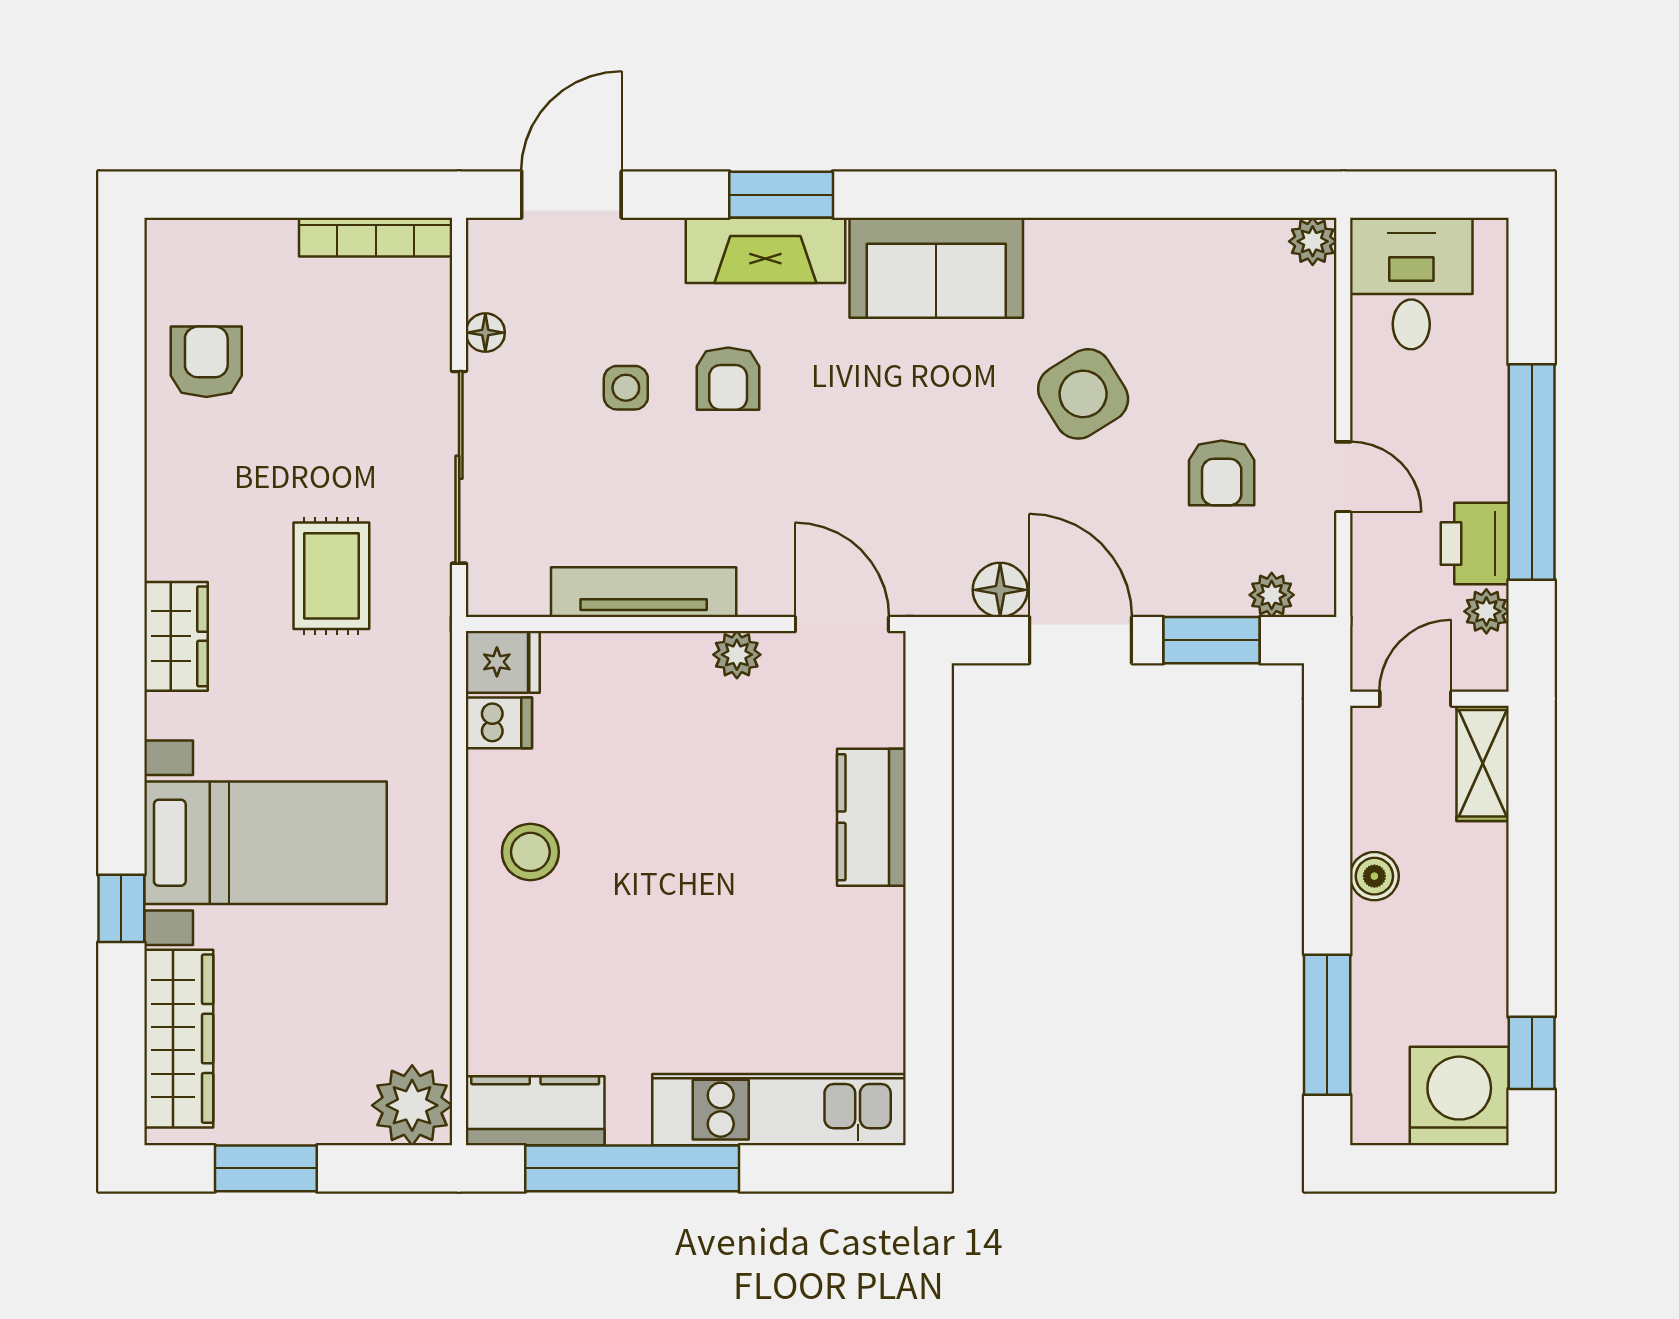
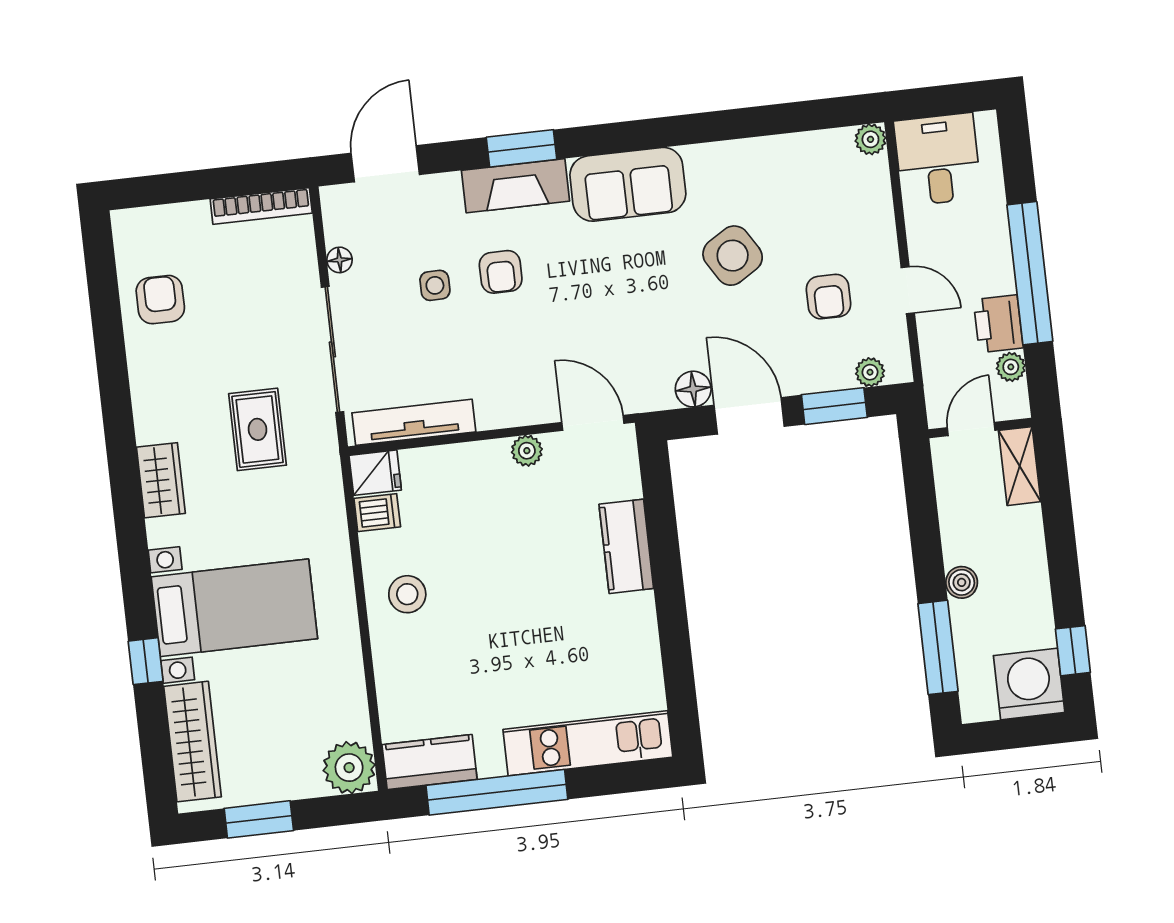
tv unit: (644, 592) -> (414, 422), moved
boiler: (1374, 876) -> (962, 582), moved

